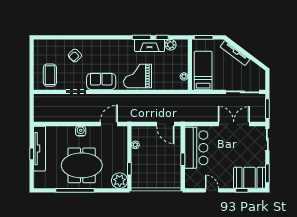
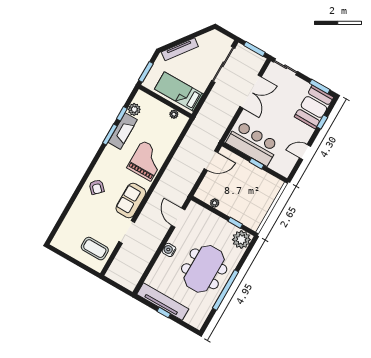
armchair: (75, 56) -> (97, 187), moved
grand piano: (138, 76) -> (147, 161), turned 180
double door: (234, 124) -> (251, 92), swing flipped

